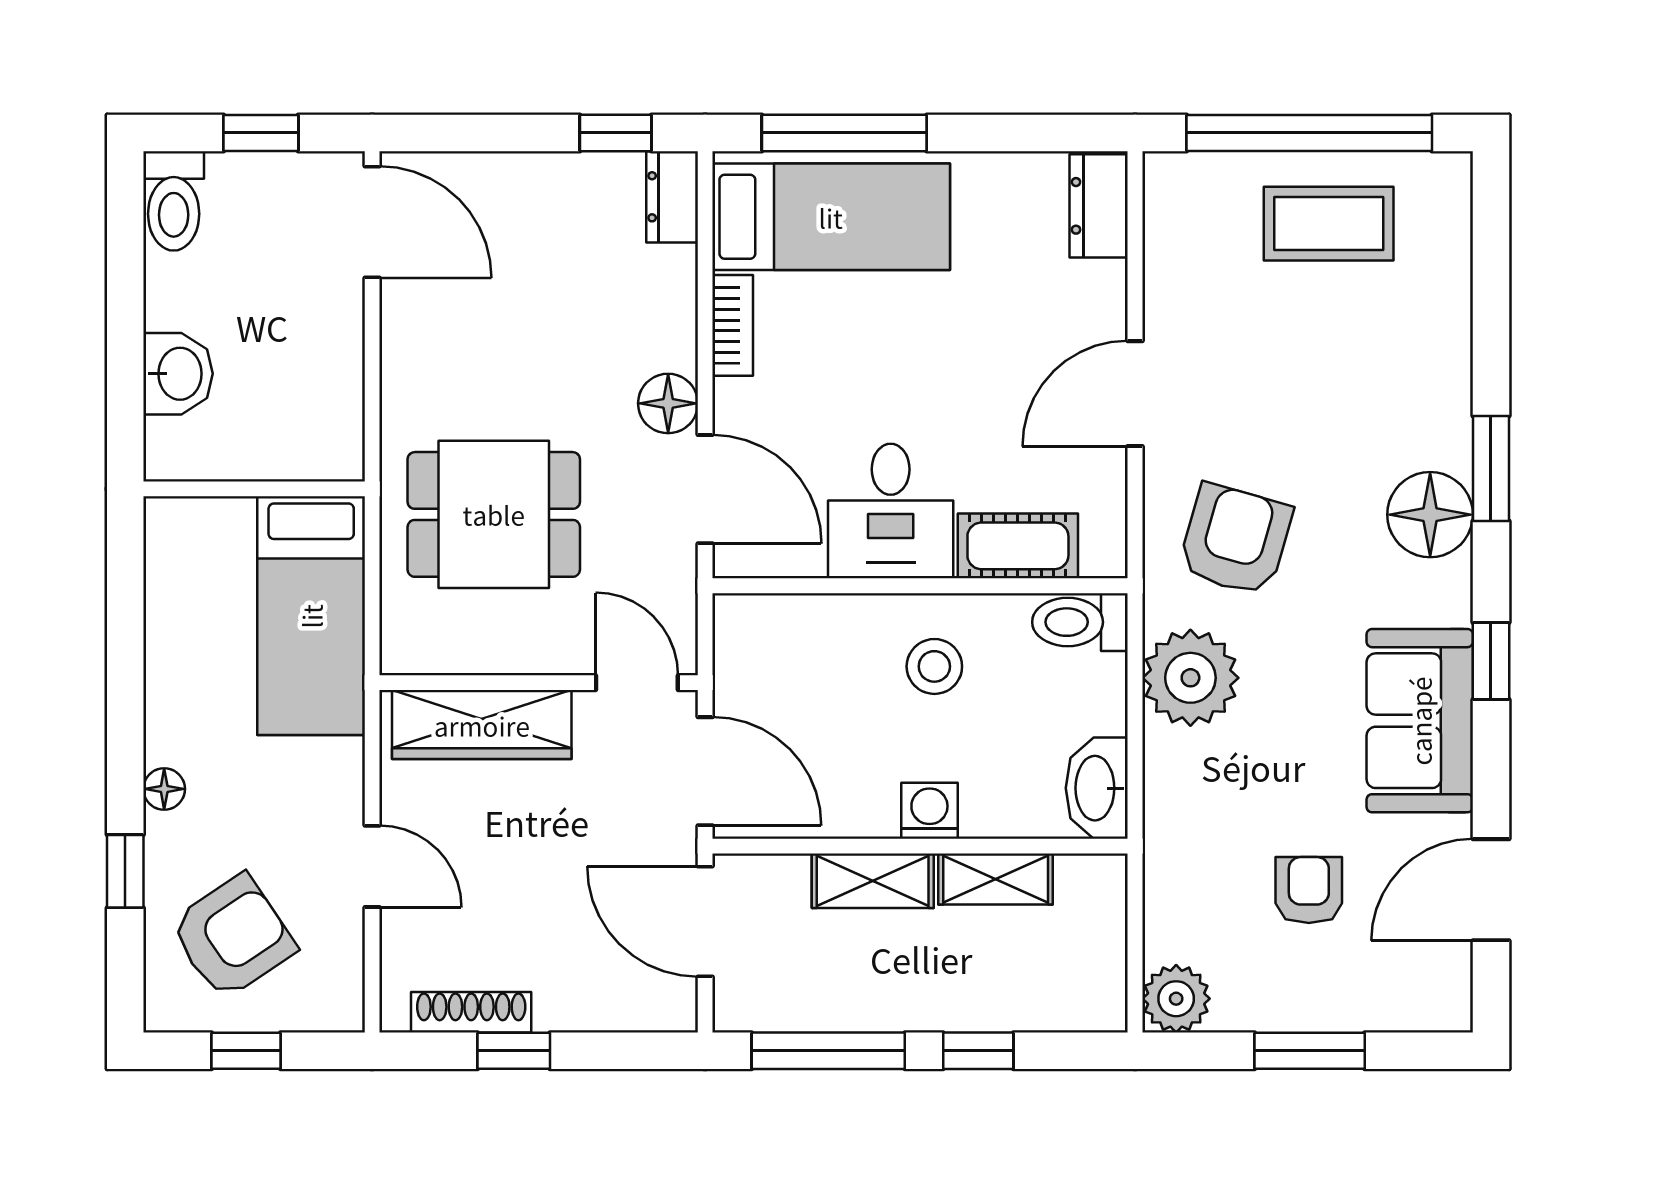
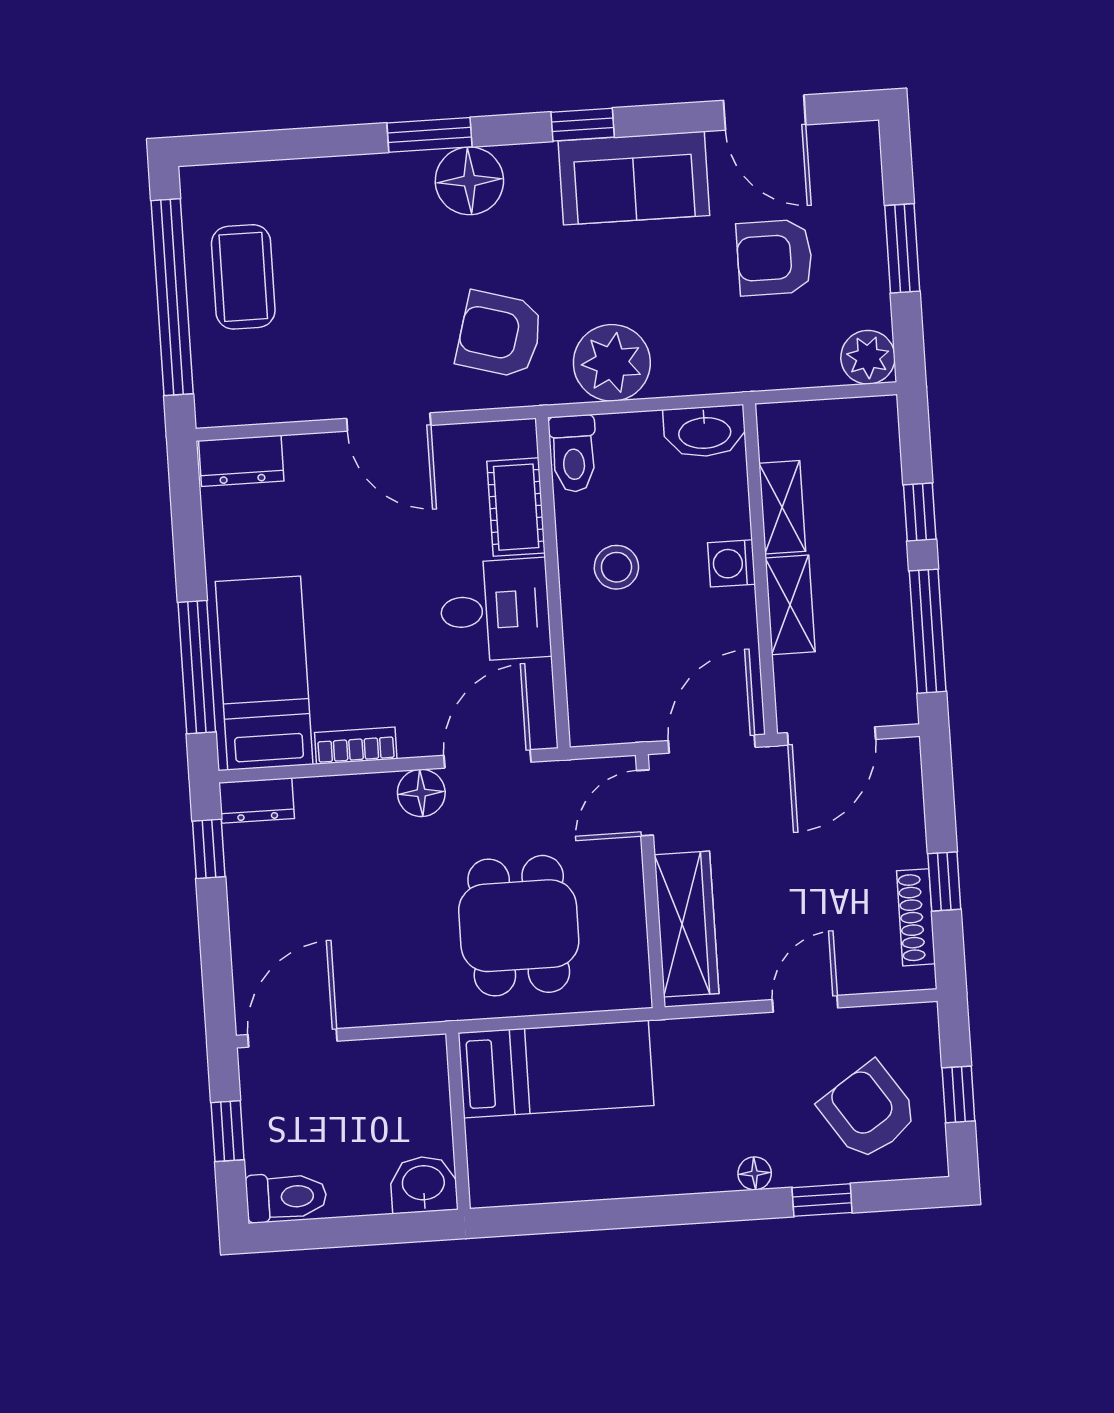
wall: (254, 489) -> (458, 1121), moved
bed: (311, 616) -> (556, 1069), moved
armchair: (1309, 890) -> (775, 257), width x1.38, depth x1.38

